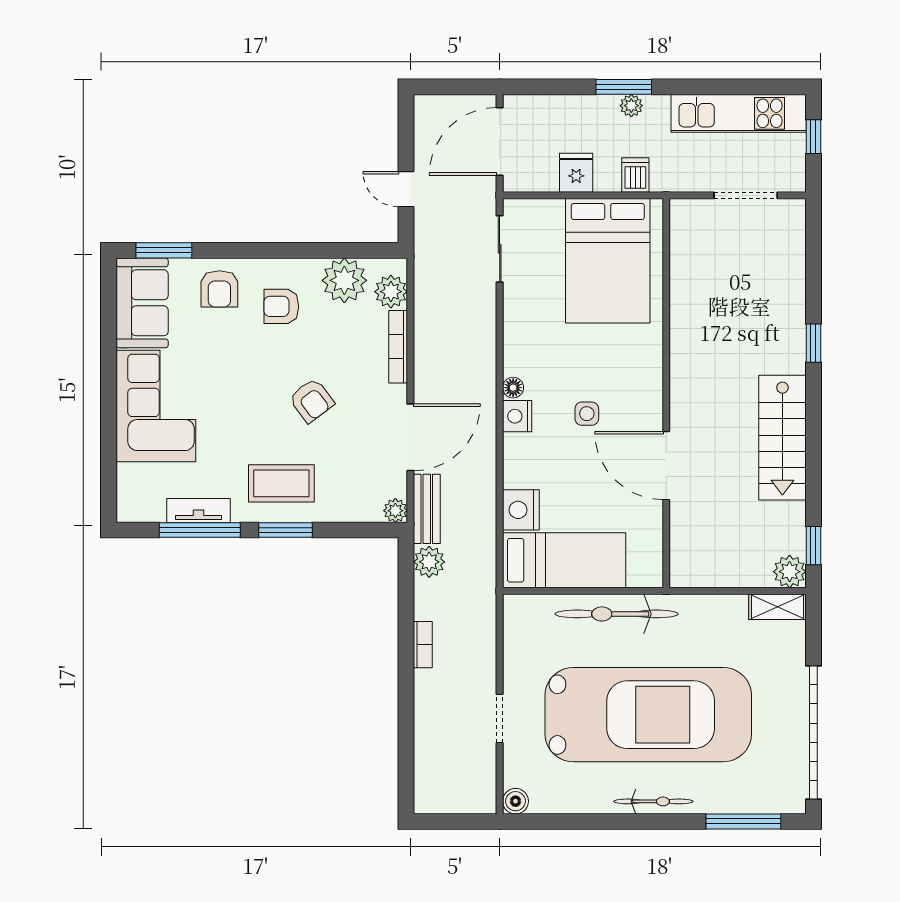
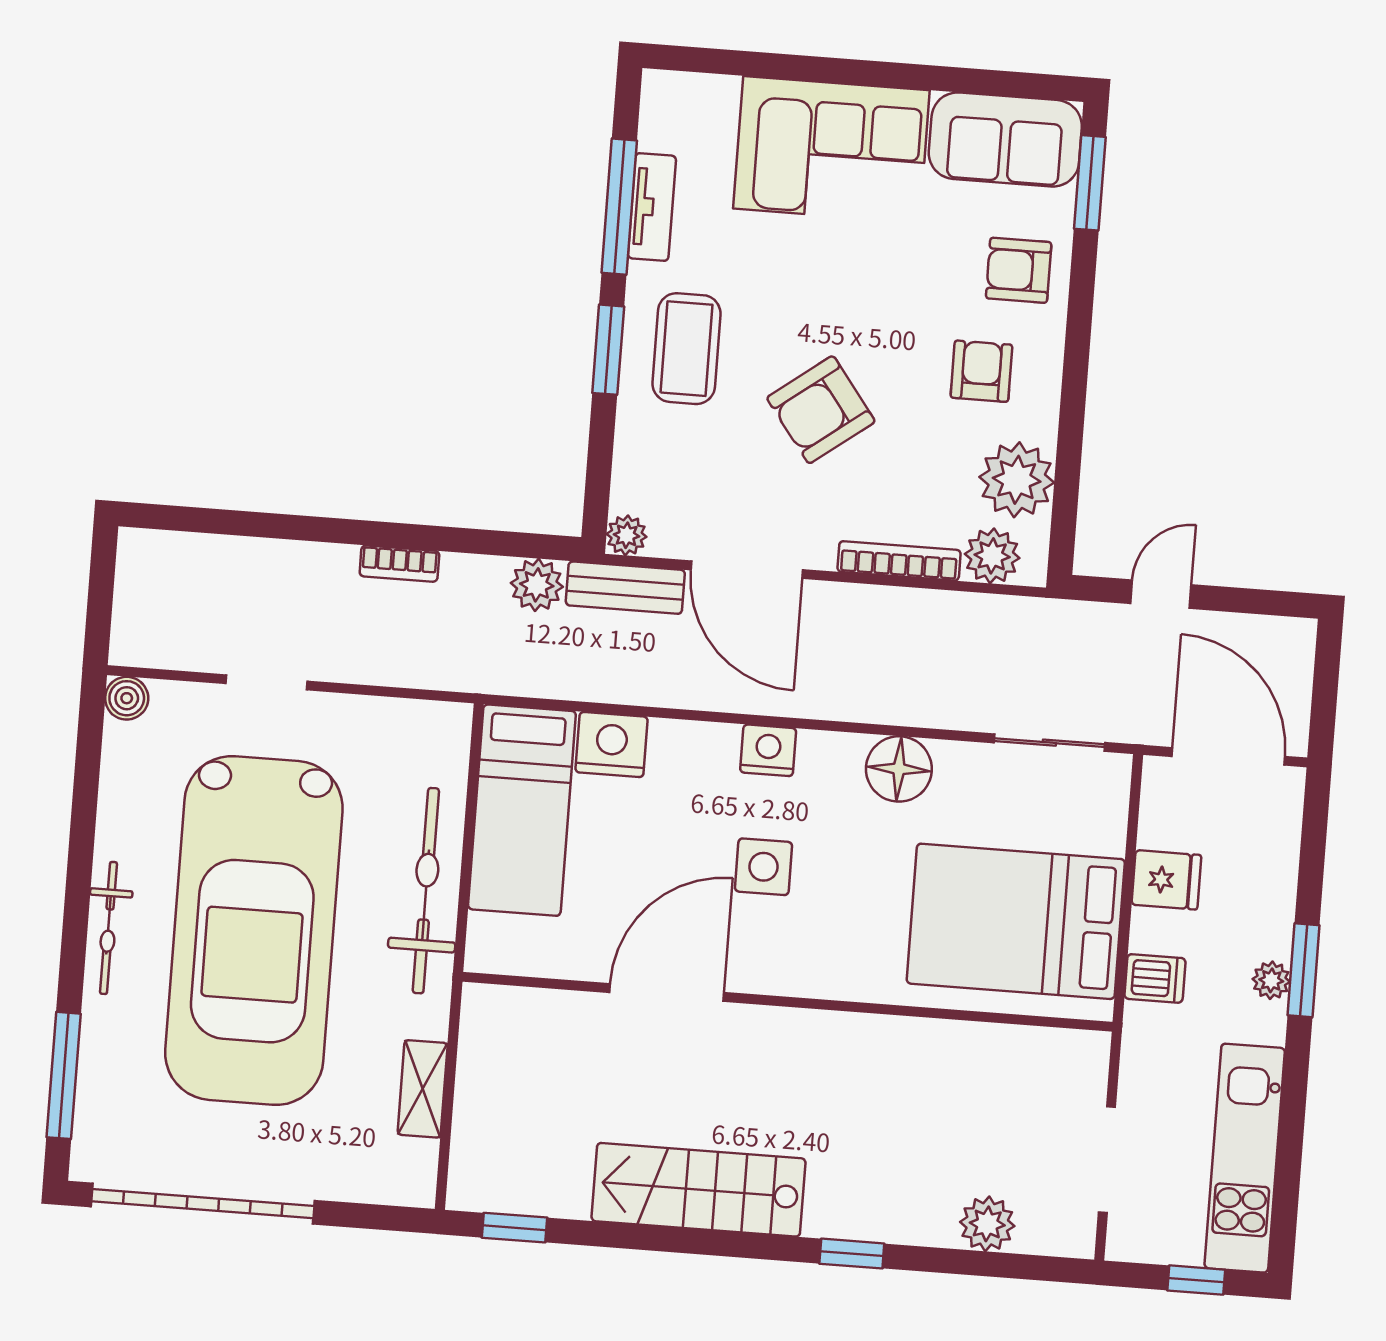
floor lamp: (513, 388) -> (899, 769), moved, width x1.89, depth x1.89
armchair: (312, 400) -> (821, 410), width x1.38, depth x1.38
side table: (587, 414) -> (764, 867), width x1.37, depth x1.37
plant: (790, 572) -> (987, 1224), moved
shelving: (777, 607) -> (423, 1089), moved

